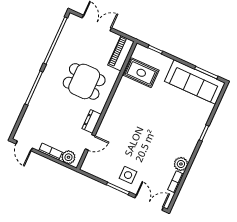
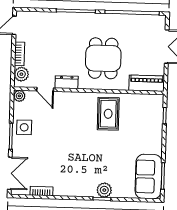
rug: (141, 73) -> (108, 114), moved
sofa: (195, 82) -> (149, 177), width x0.73
plant: (181, 164) -> (104, 190), moved
plant: (86, 167) -> (19, 96), added
side table: (128, 175) -> (24, 127), moved

